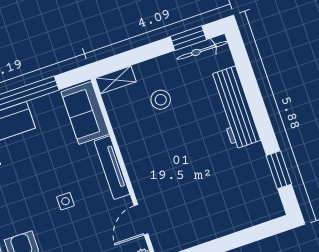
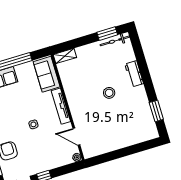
stool: (161, 100) -> (109, 93), moved
workbench: (234, 108) -> (134, 74), width x0.53, depth x0.76
door: (141, 220) -> (76, 137), hinge flipped

